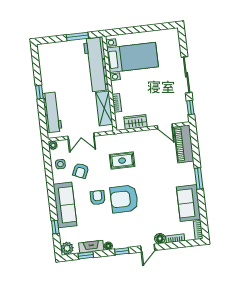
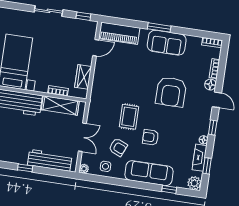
sliding door: (187, 75) -> (49, 11), width x0.73
rug: (122, 161) -> (129, 117), moved
armchair: (124, 199) -> (171, 92), moved
sofa: (189, 203) -> (167, 43), moved

